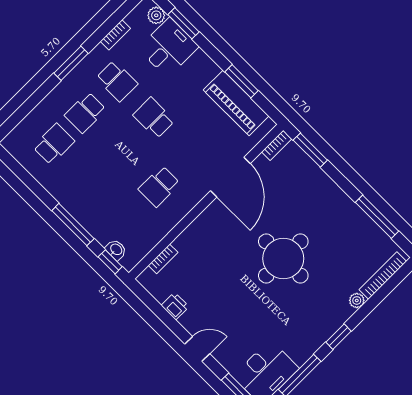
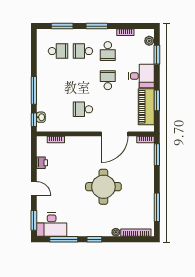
desk: (168, 48) -> (141, 76), moved
window: (27, 107) -> (62, 26), added

